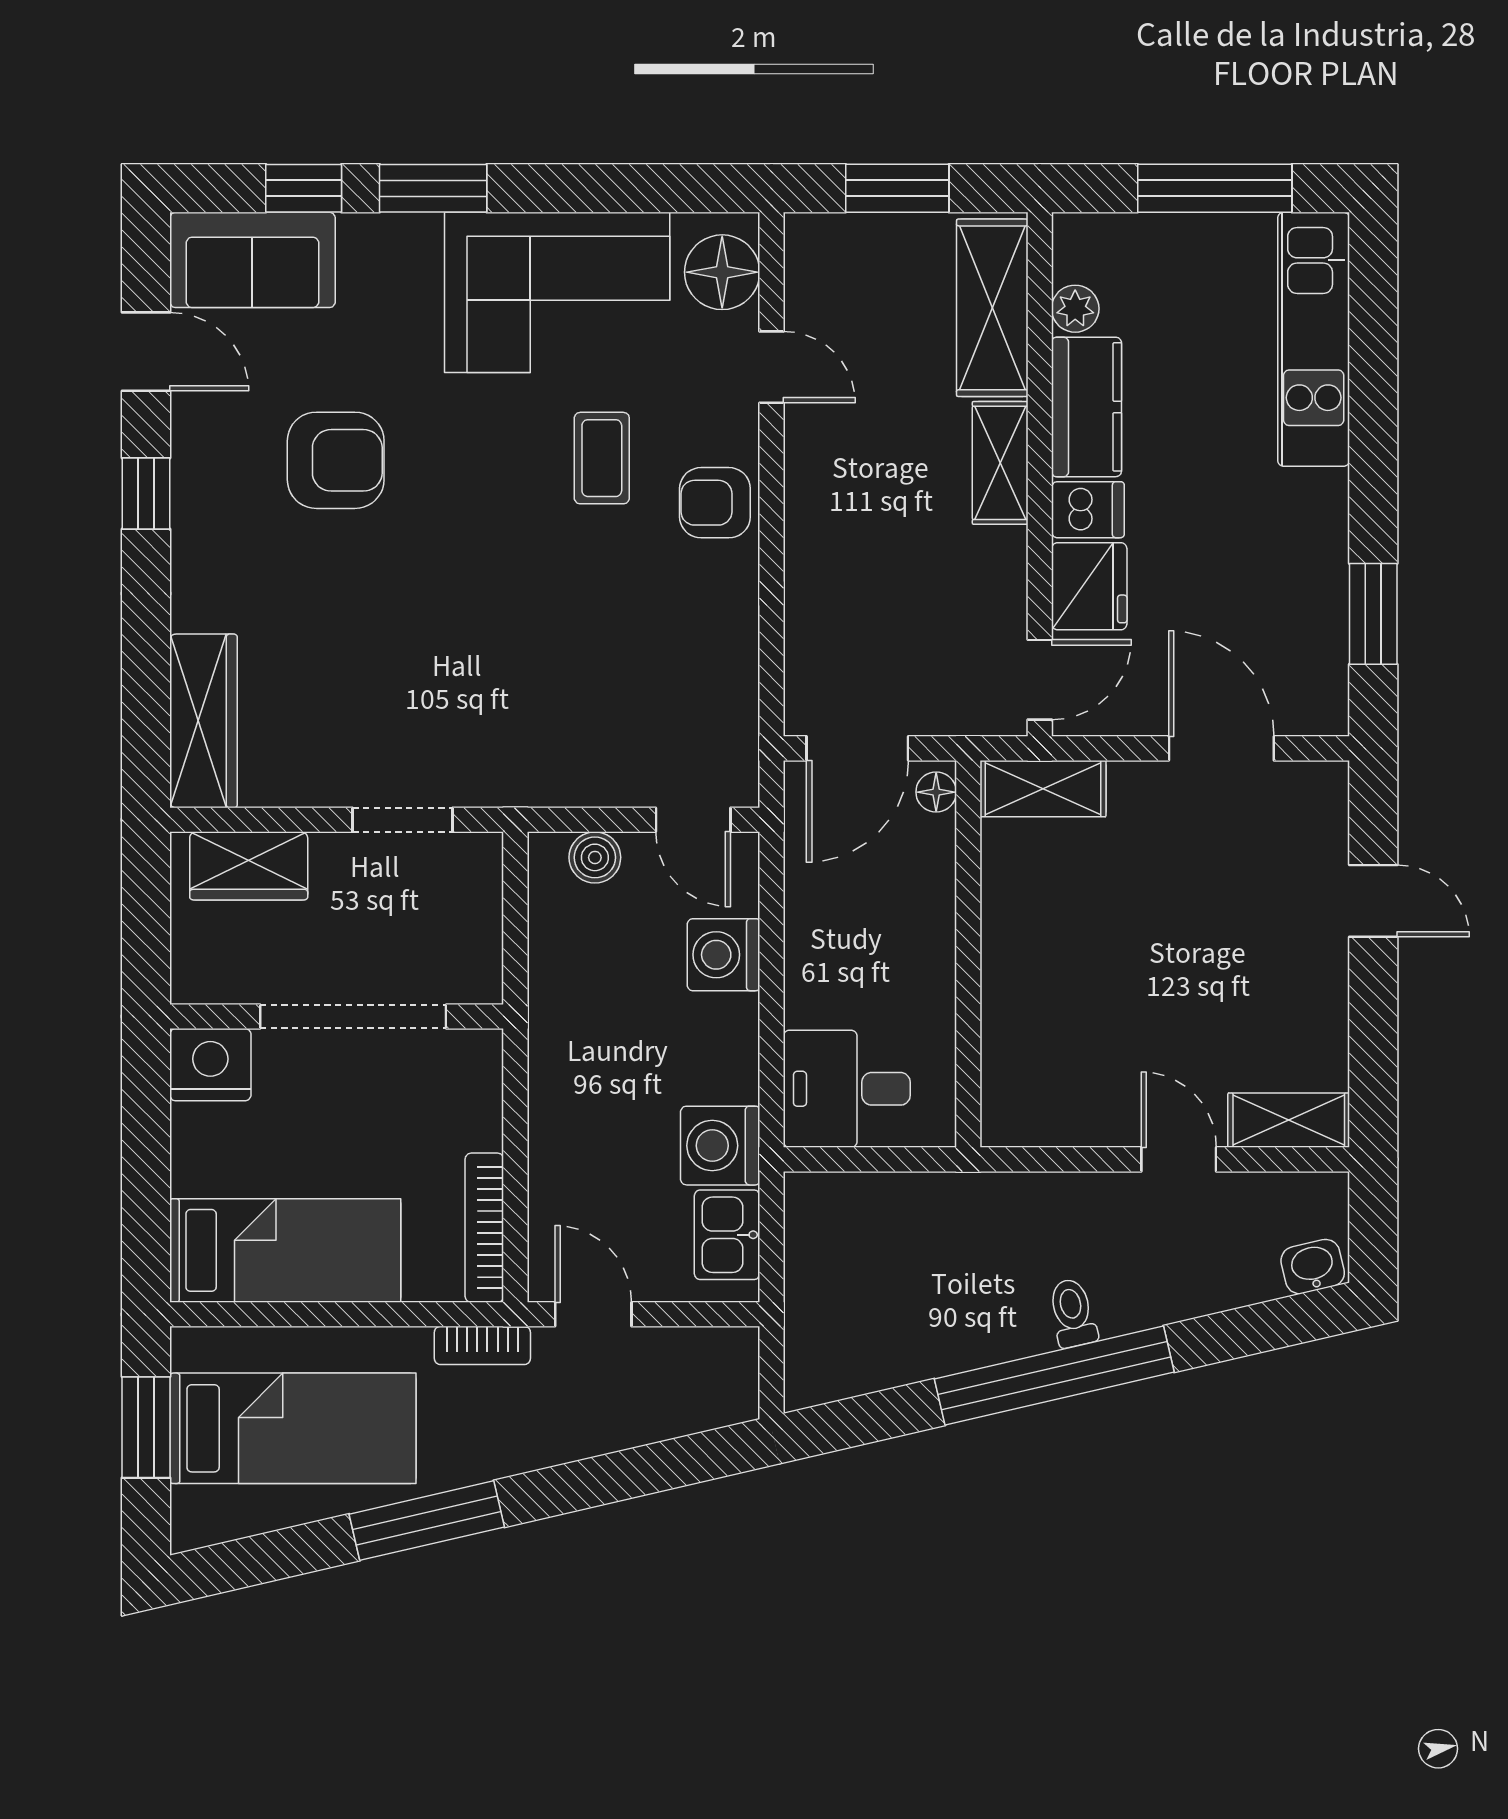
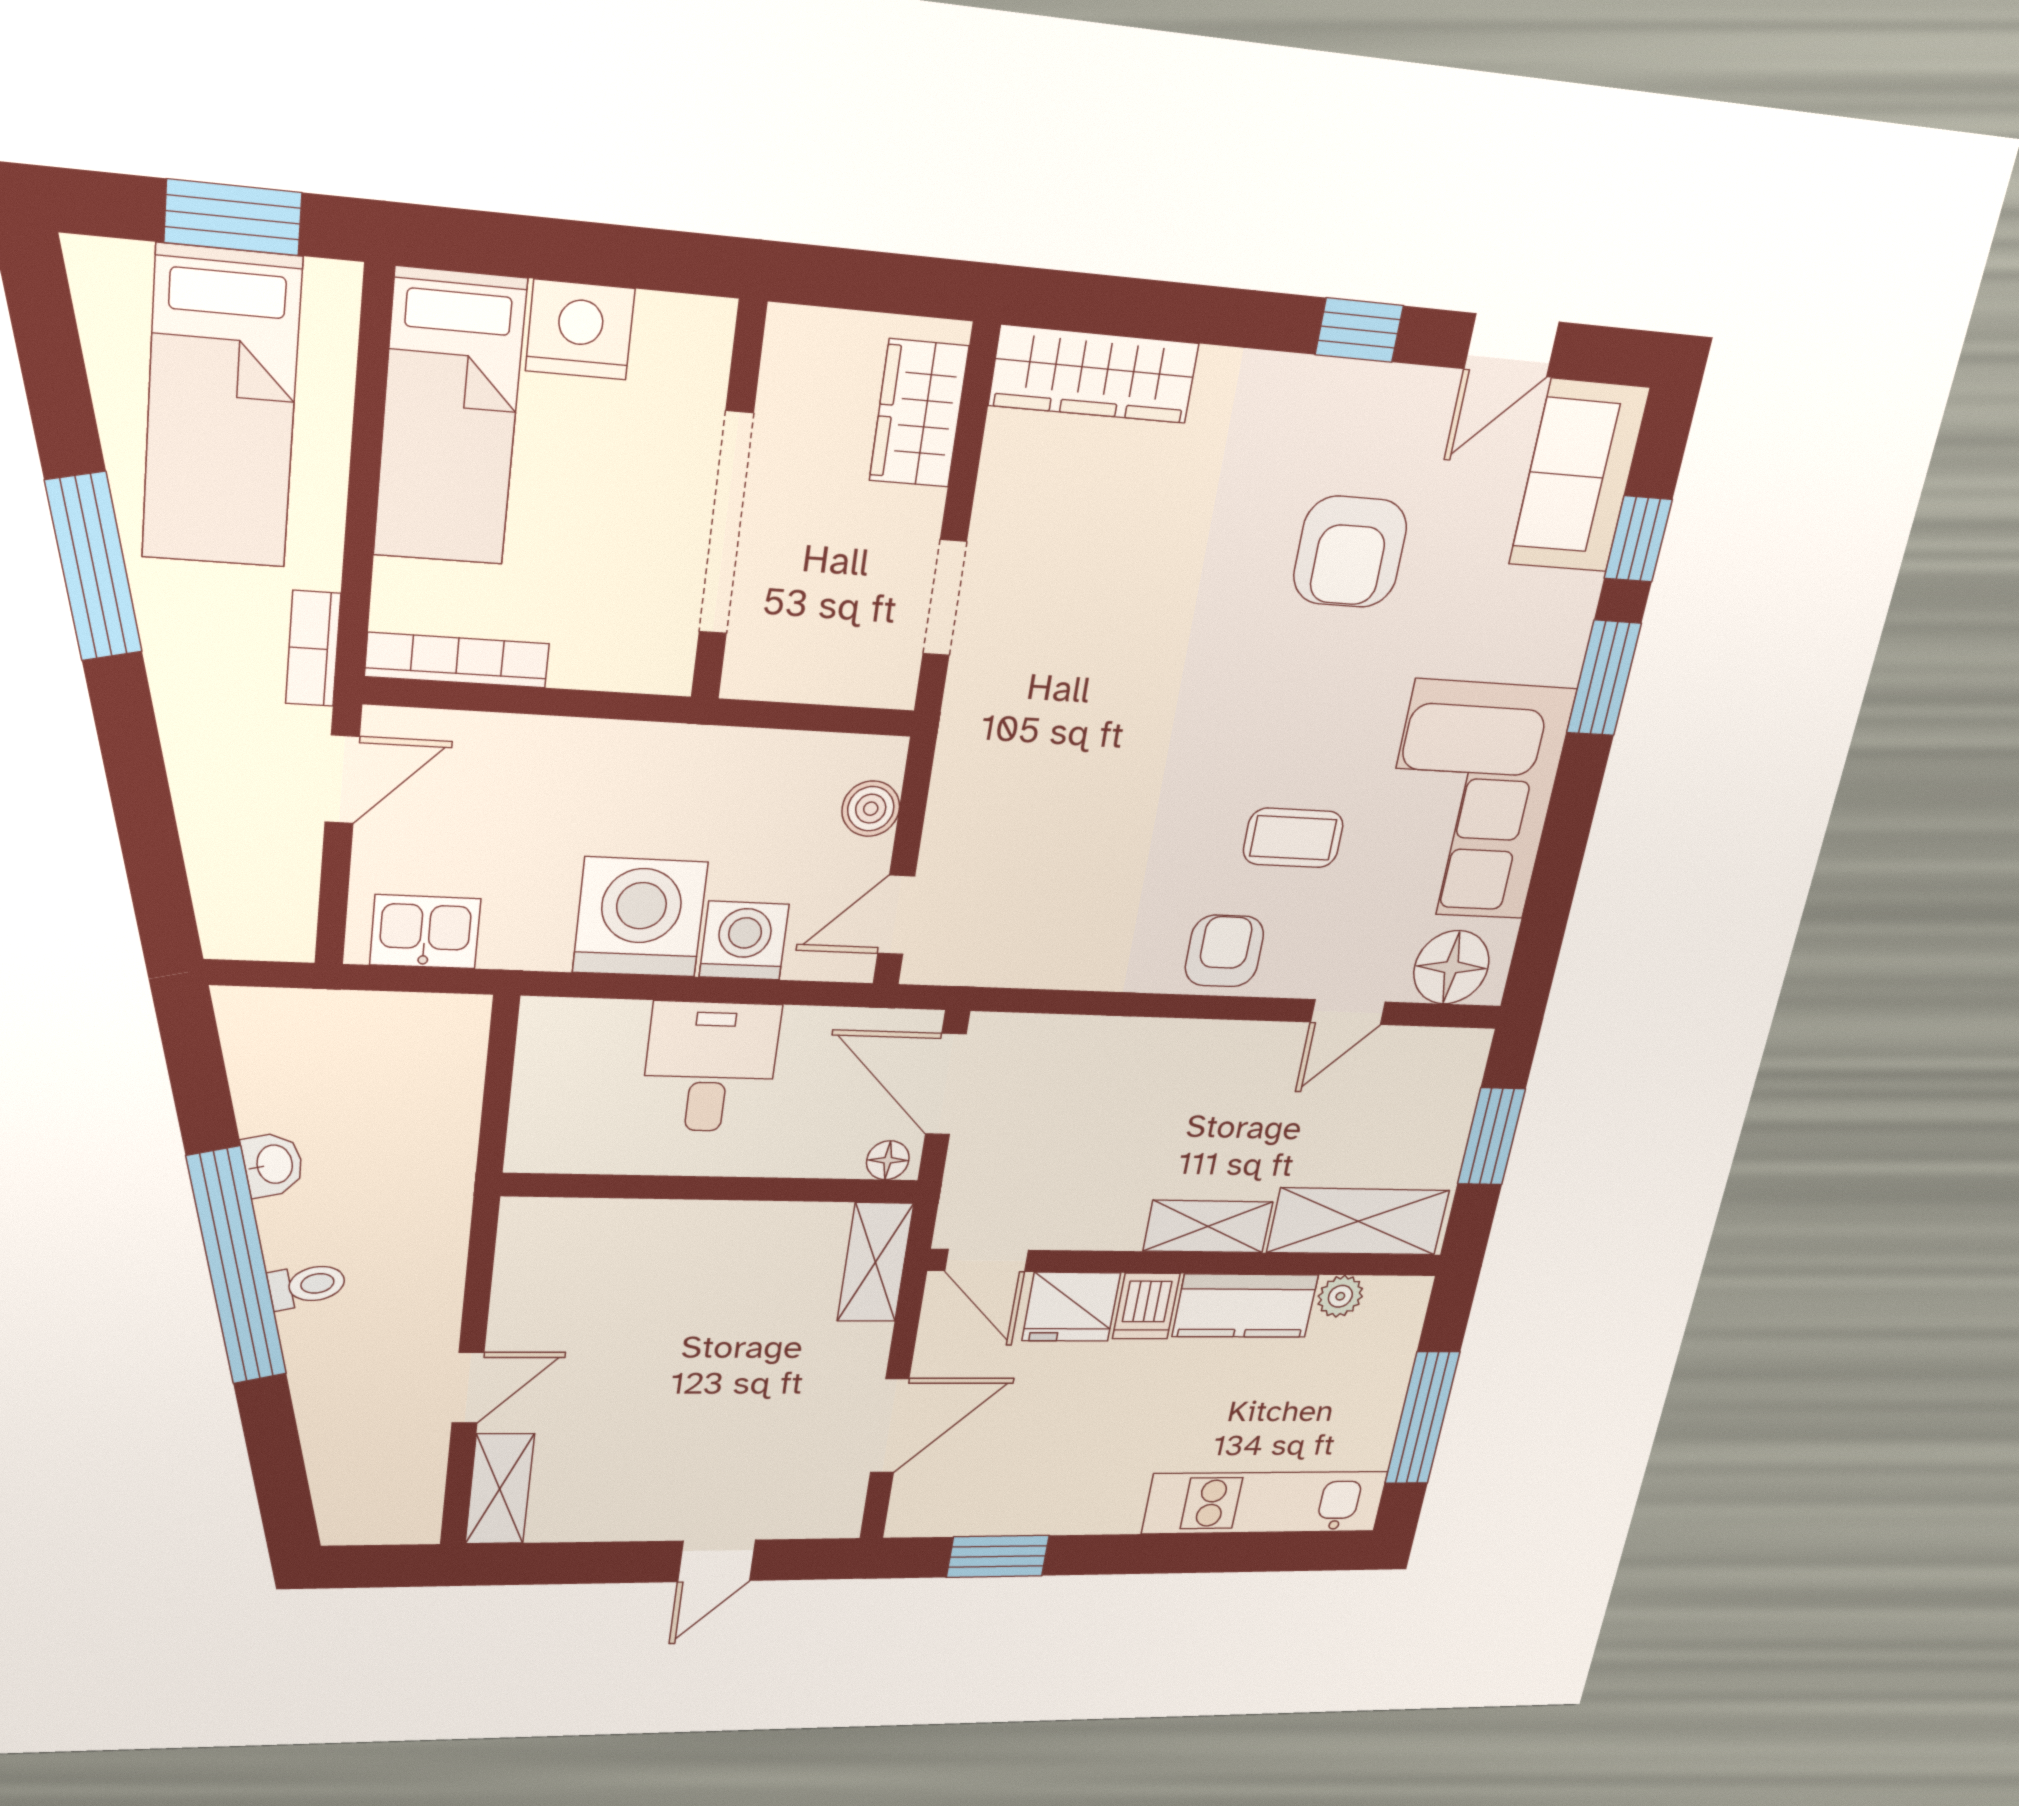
nightstand: (210, 1065) -> (580, 330), moved, turned -90
desk: (847, 1089) -> (710, 1067), moved
washing machine: (720, 1146) -> (640, 917), moved, width x1.37, depth x1.37
washbasin: (1313, 1267) -> (273, 1164), moved

